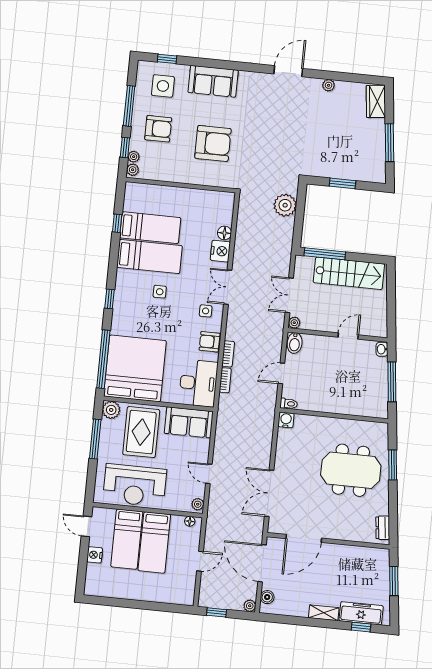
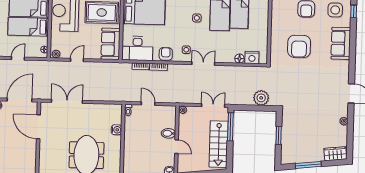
nightstand: (220, 251) -> (252, 57), moved
double door: (289, 295) -> (213, 105), moved
bidet: (295, 343) -> (168, 133), moved
water cooler: (286, 420) -> (116, 130), moved
door: (200, 561) -> (18, 58), swing flipped

